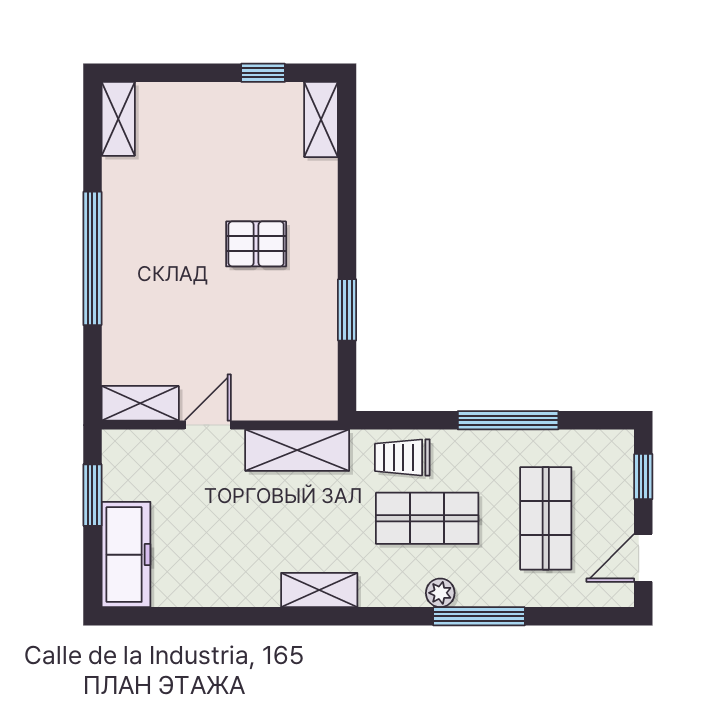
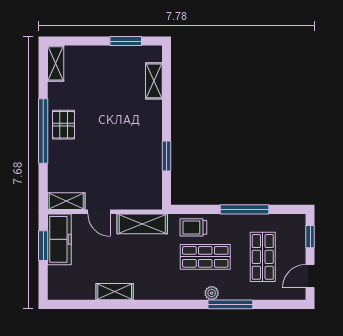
window: (263, 73) -> (126, 41), width x1.50
shelving: (321, 119) -> (154, 81), moved
pallet: (256, 244) -> (63, 125), moved, turned 90
door: (208, 425) -> (99, 212), swing flipped
freezer: (126, 555) -> (59, 239), moved
shelving: (319, 590) -> (115, 292), moved

